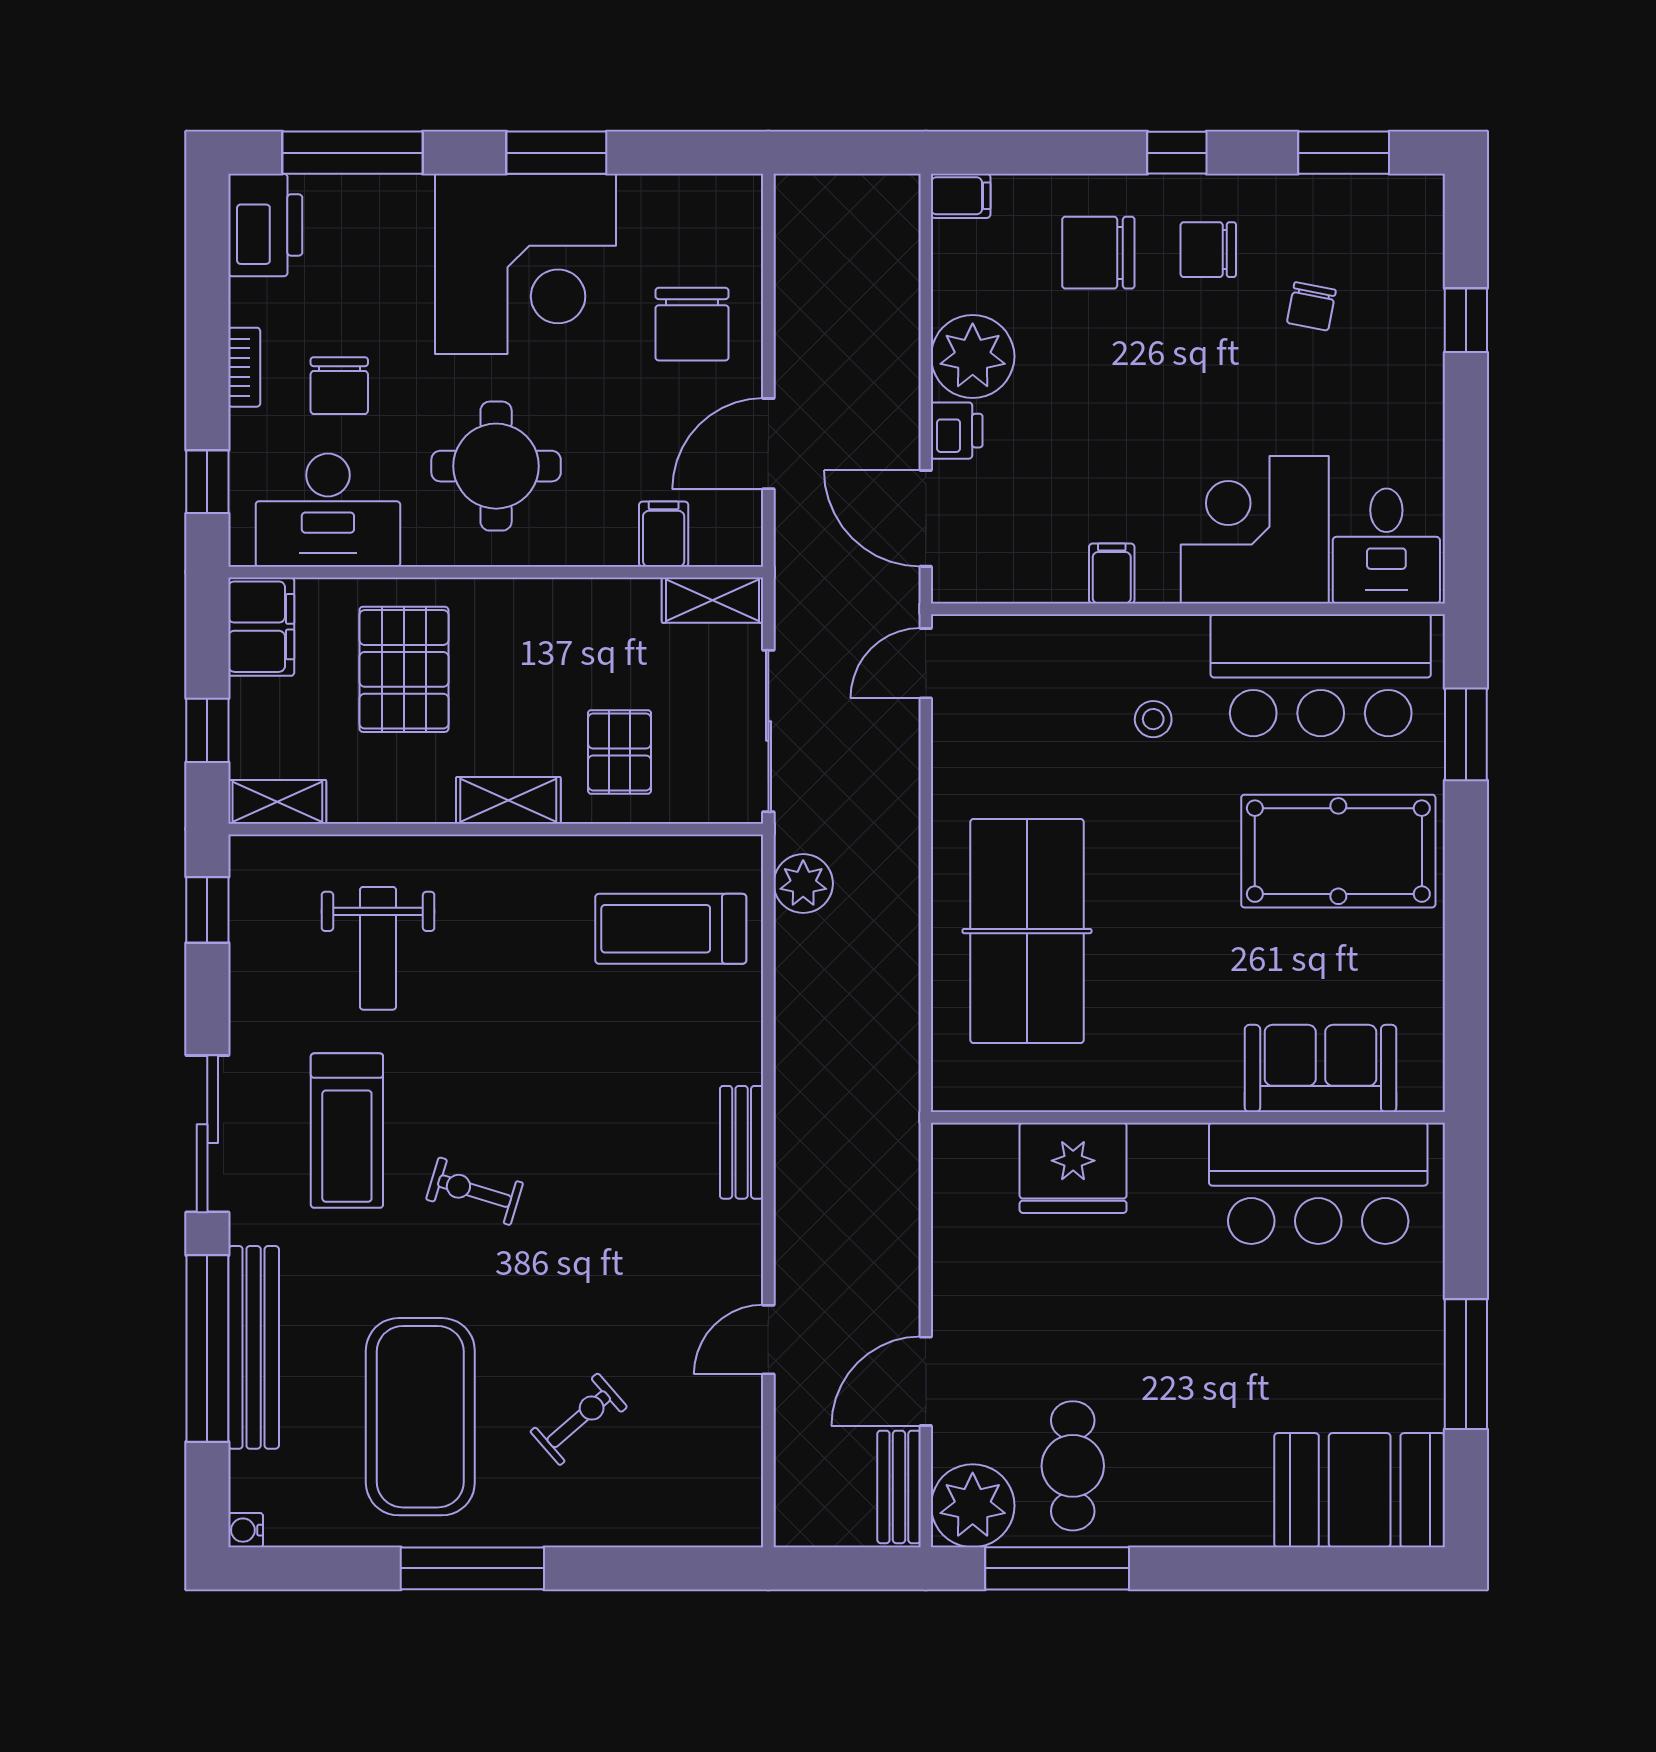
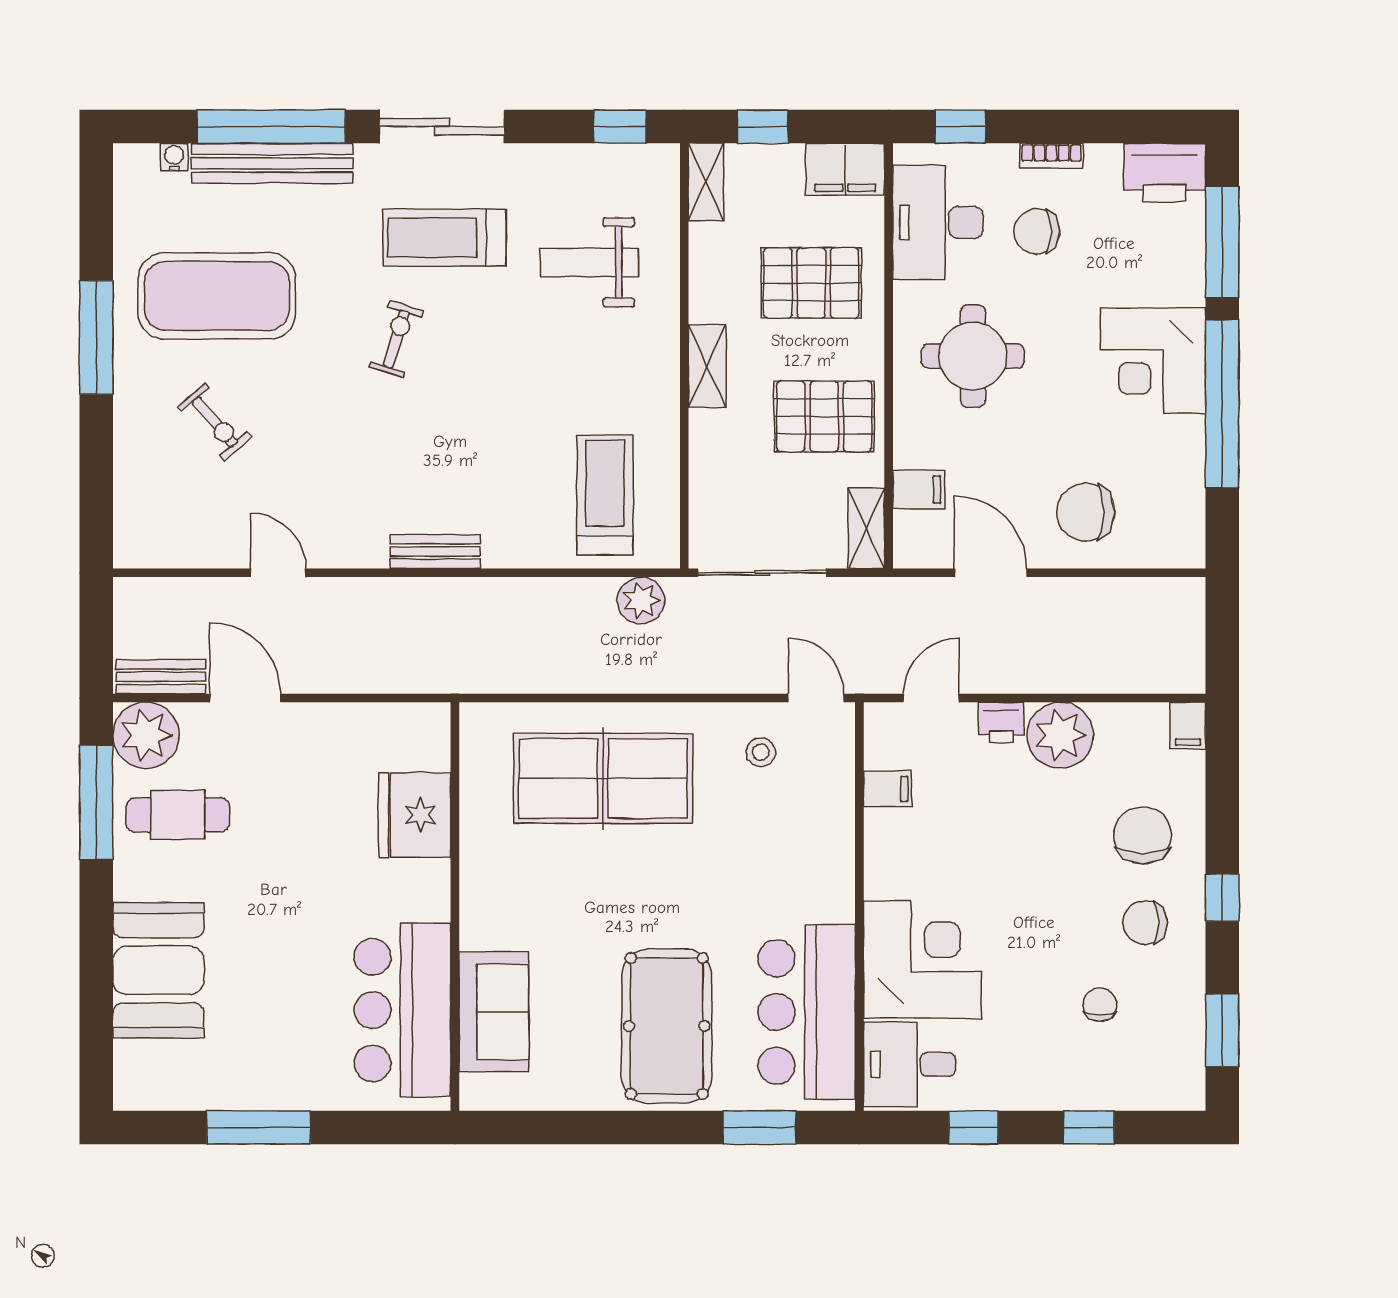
window: (556, 153) -> (1222, 404), width x2.11
chair: (1208, 250) -> (1145, 923), turned -90
corner desk: (525, 264) -> (1153, 361), width x0.74, depth x0.74
chair: (1311, 306) -> (1100, 1005), turned 79
window: (1466, 465) -> (973, 1127), added
door: (926, 518) -> (931, 698), width x0.73
filing cabinet: (1112, 574) -> (887, 789), moved
stool: (1153, 719) -> (761, 752), moved
pallet: (619, 752) -> (824, 416), moved, width x1.50, depth x1.42
booth: (1360, 1490) -> (158, 970), moved
water cooler: (246, 1530) -> (174, 157), moved

